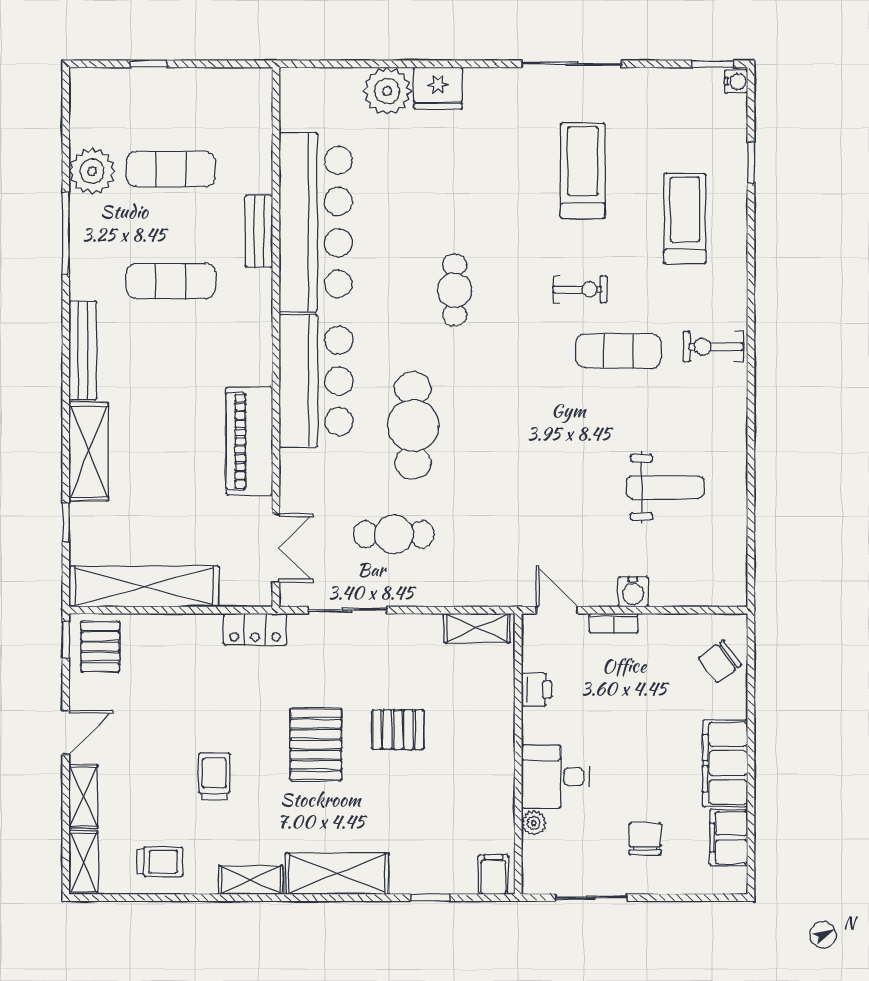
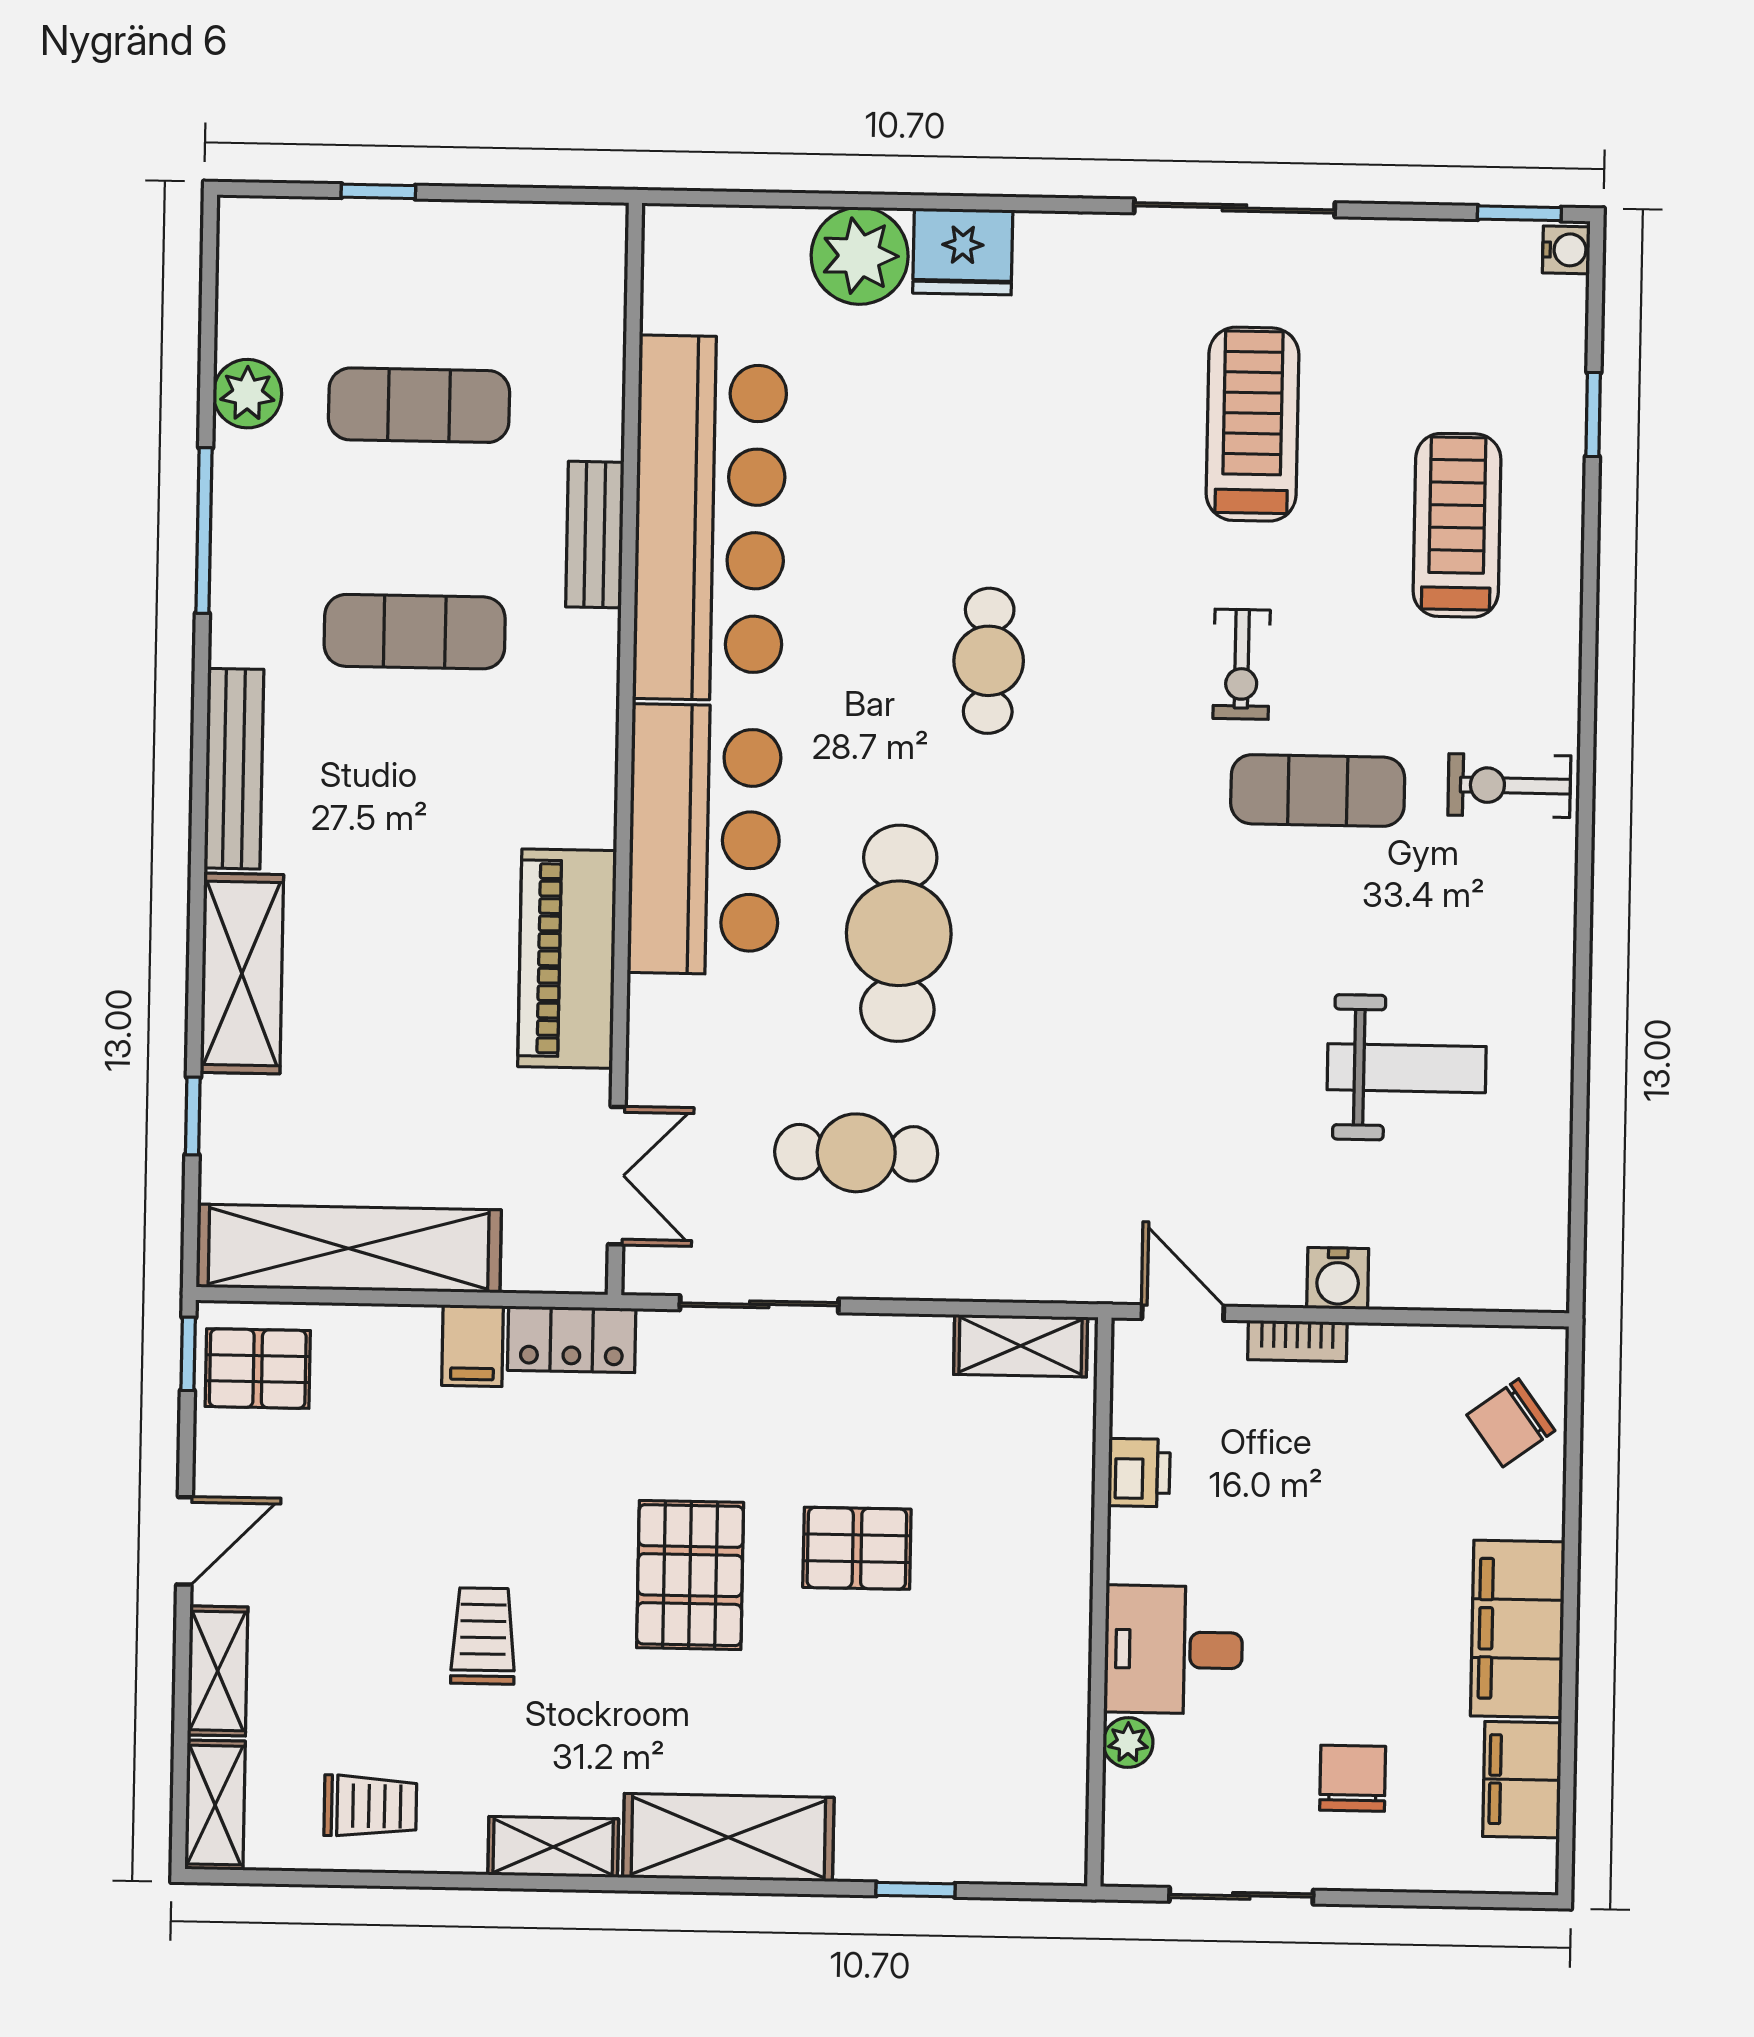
plant: (92, 171) -> (247, 394), width x0.73, depth x0.73
exercise bike: (580, 289) -> (1242, 664), turned 90
pallet: (100, 647) -> (258, 1369), turned 90
filing cabinet: (493, 875) -> (472, 1346), moved, turned 180

